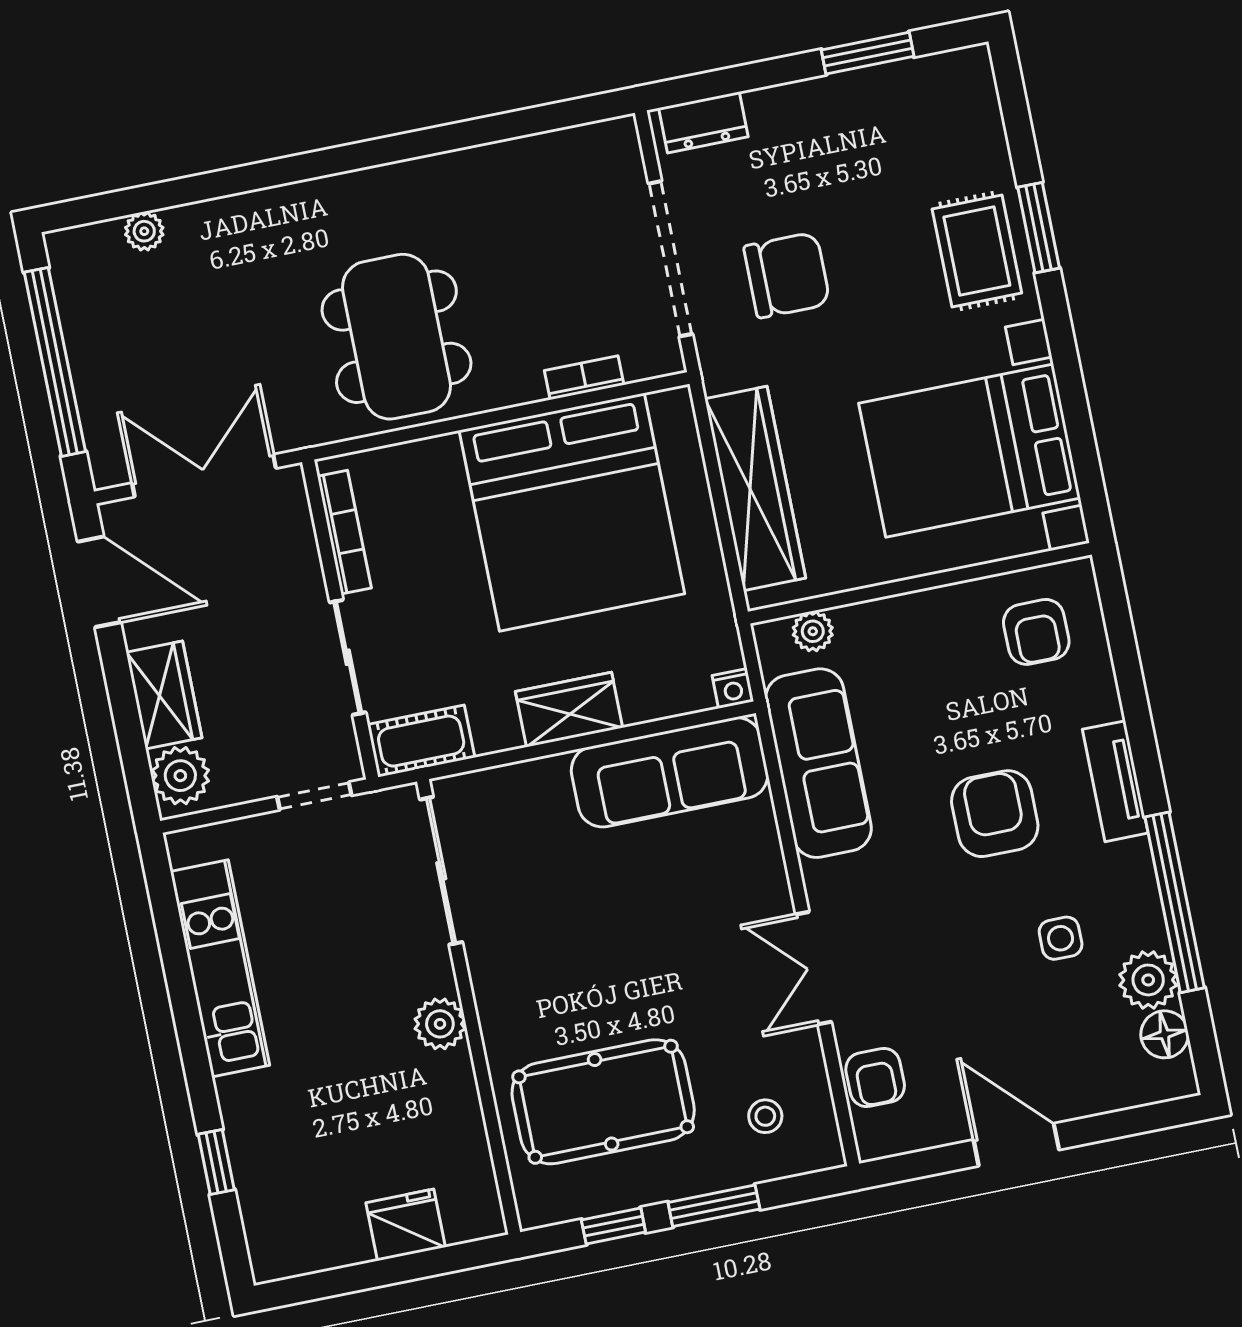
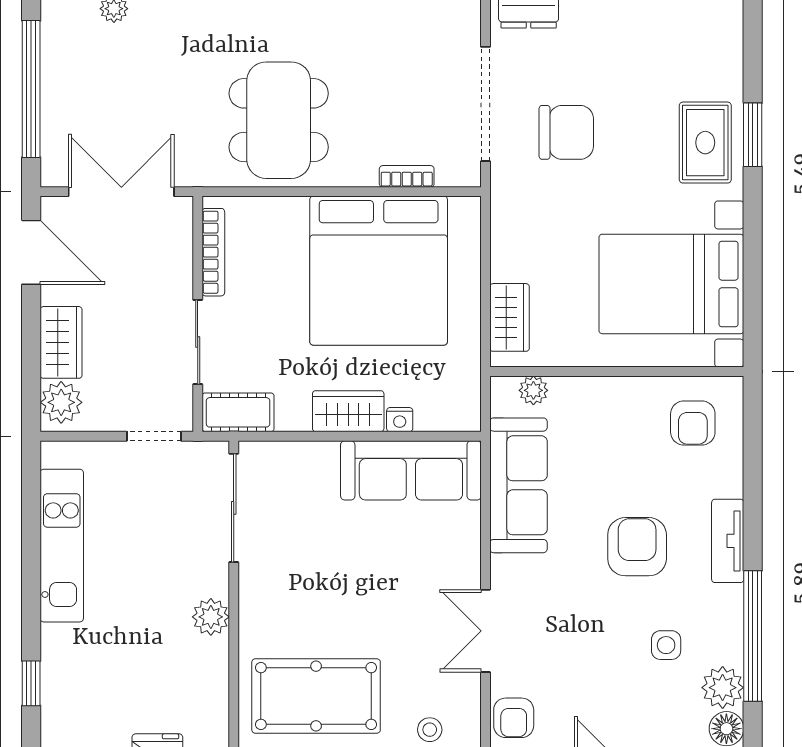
wardrobe: (755, 488) -> (509, 317), width x0.48, depth x0.85
nightstand: (733, 688) -> (400, 420), moved

